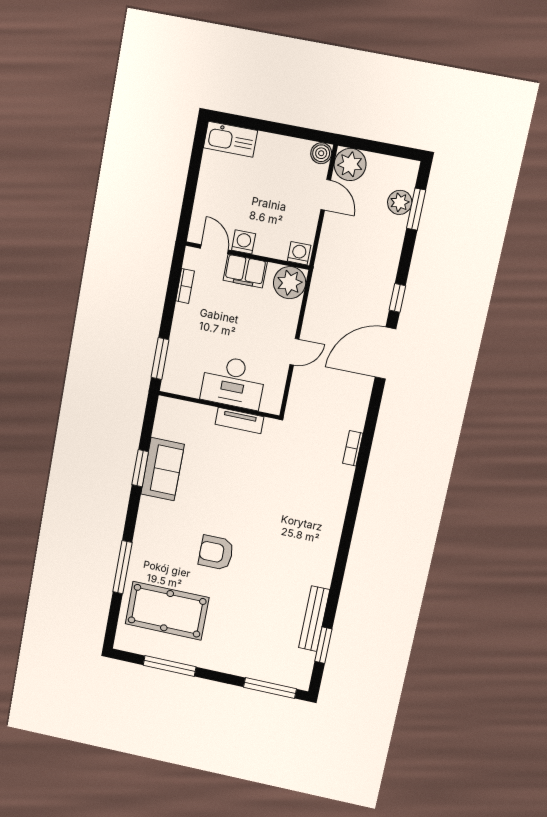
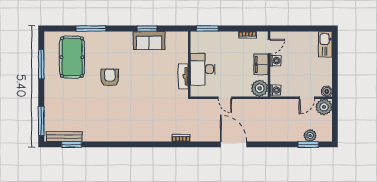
window: (397, 298) -> (263, 144), removed
bench: (314, 619) -> (64, 137), moved

